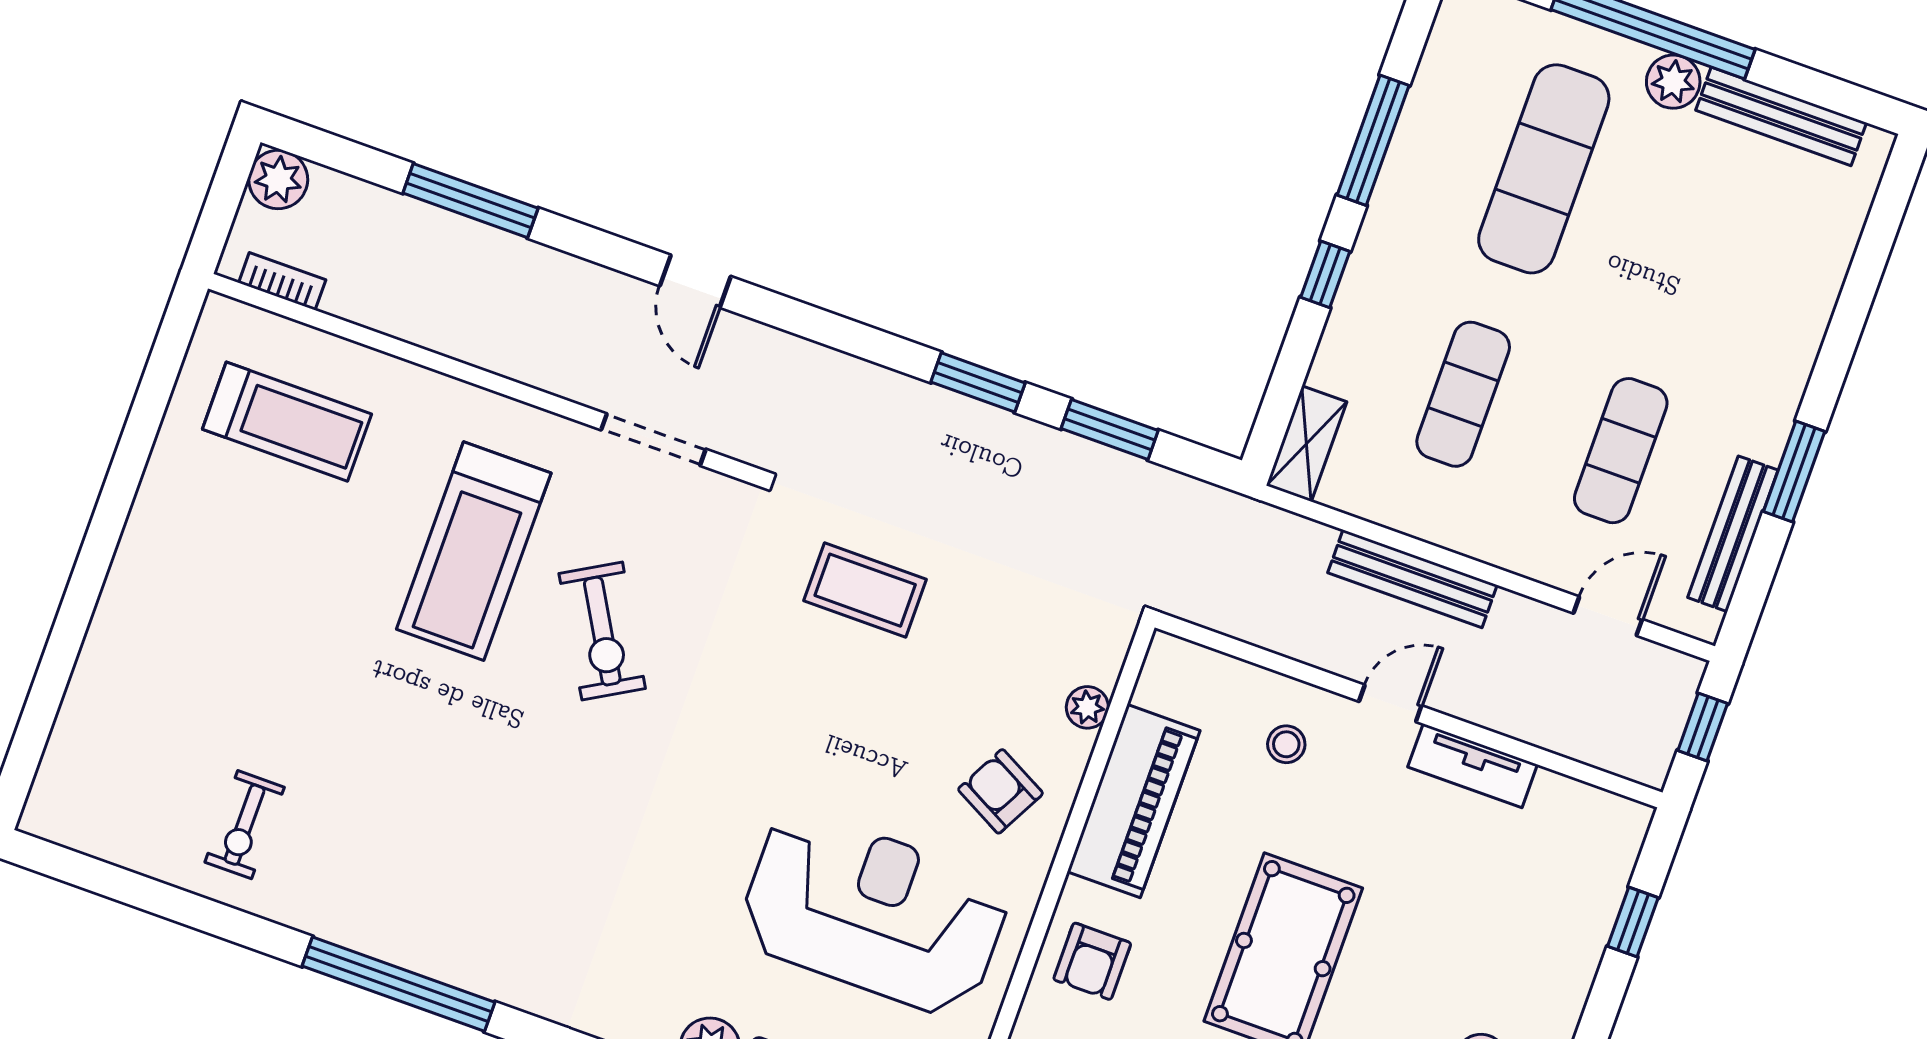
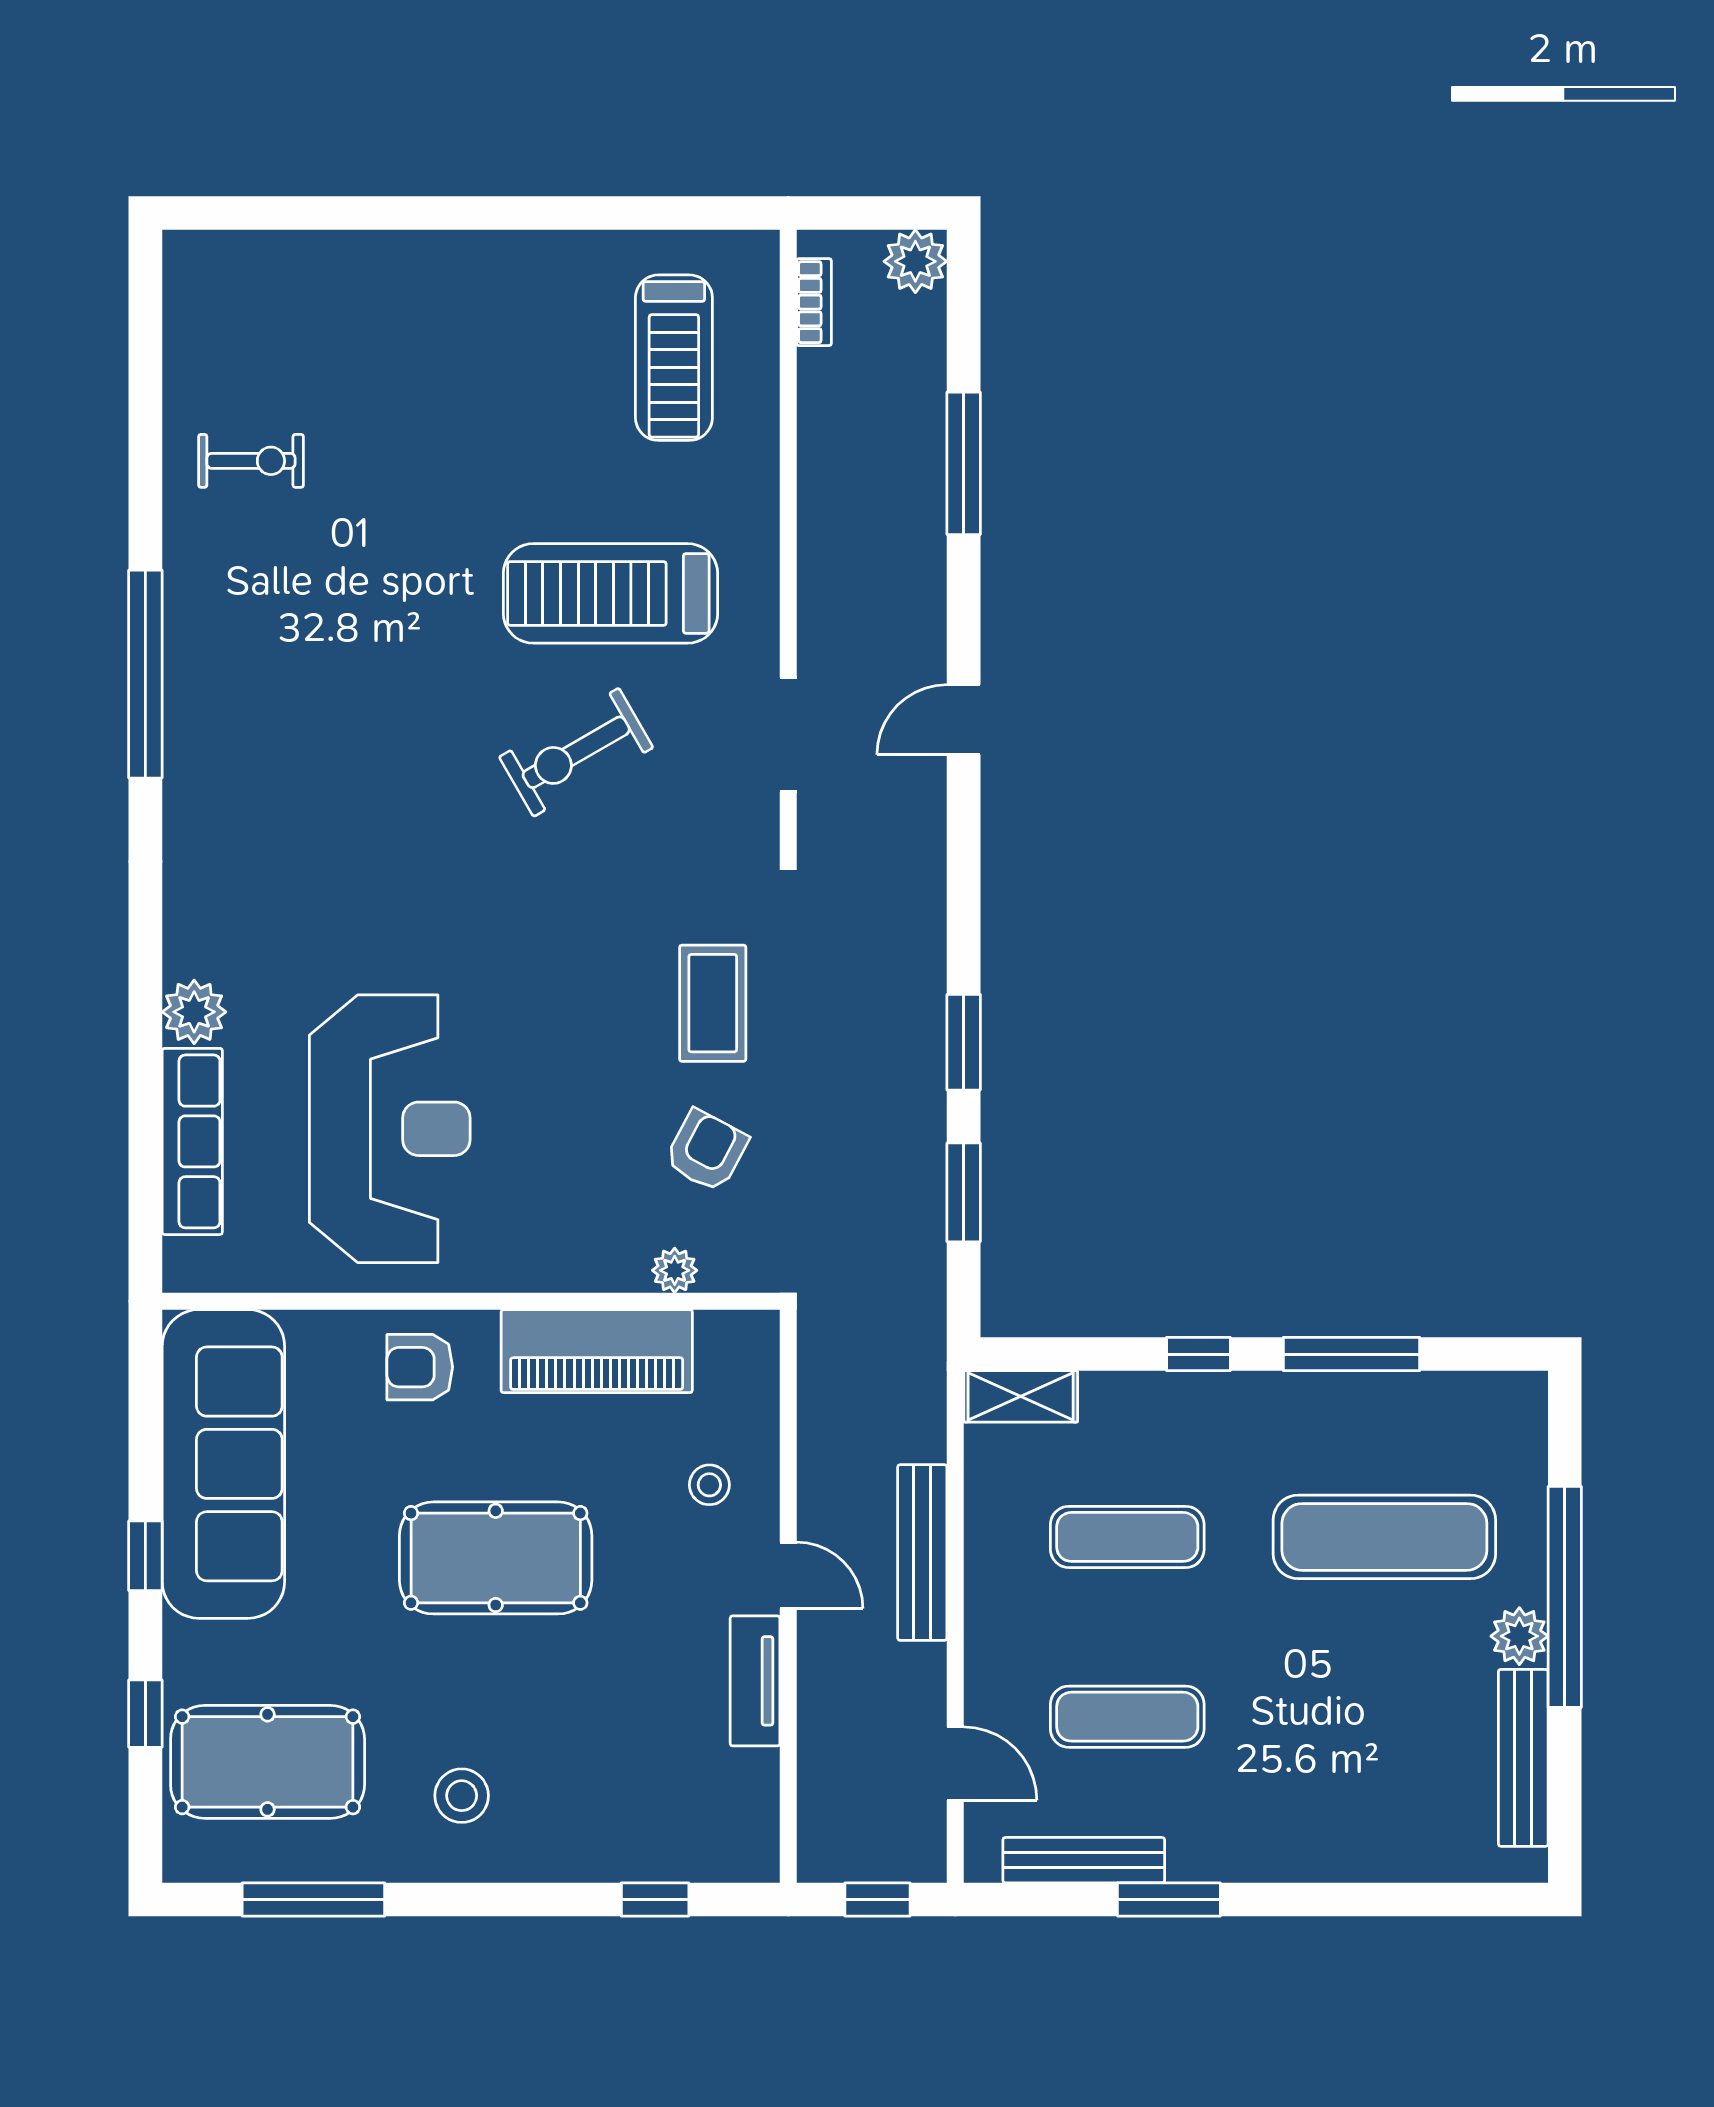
armchair: (1000, 791) -> (706, 1151), moved
exercise bike: (245, 825) -> (251, 461), turned 180

